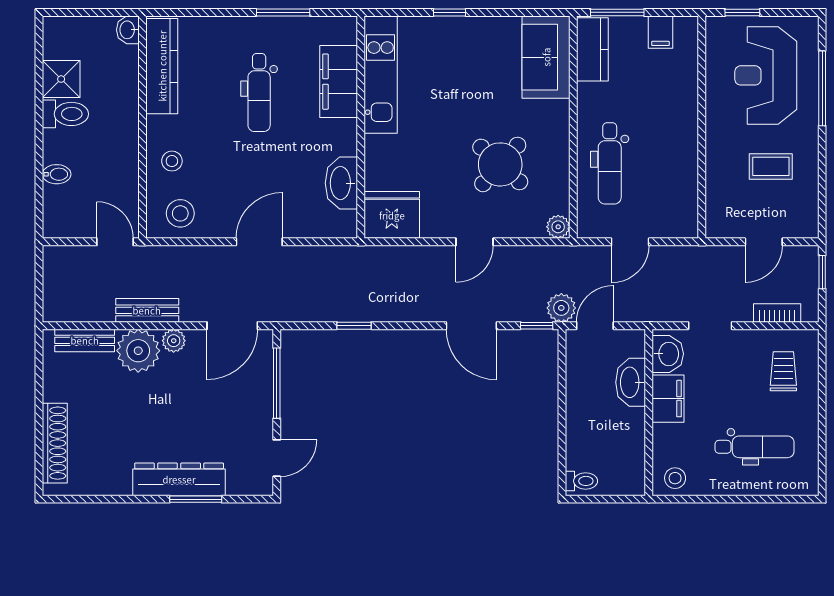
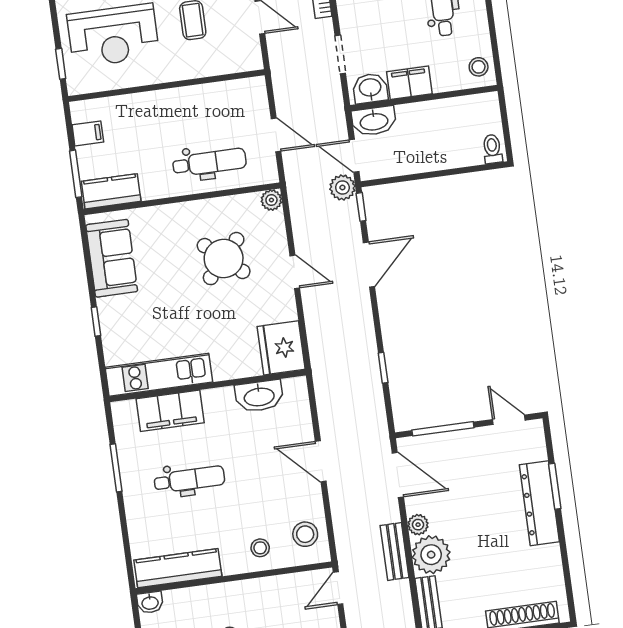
sofa: (546, 57) -> (112, 258), moved, turned -90
washbasin: (631, 382) -> (374, 121), moved

